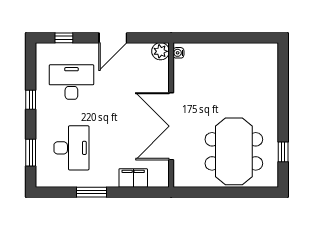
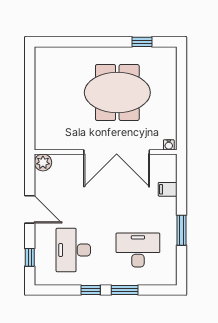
water cooler: (178, 53) -> (169, 145), moved
meeting table: (234, 151) -> (117, 93), moved
window: (31, 153) -> (125, 290), moved
filing cabinet: (133, 178) -> (168, 189), width x0.50

